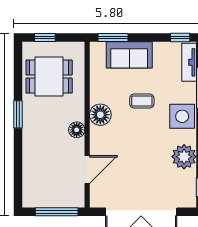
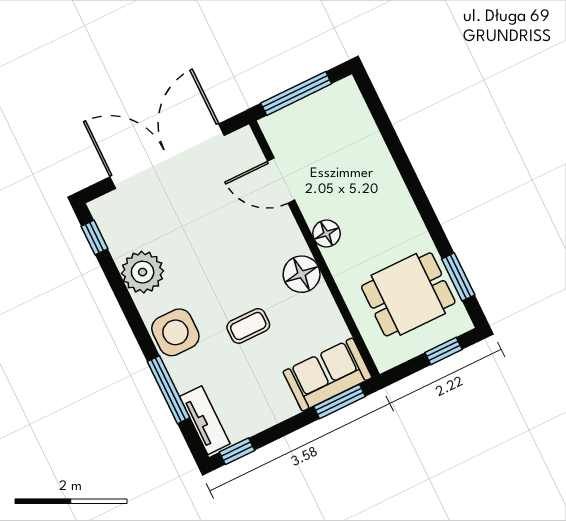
sofa: (129, 55) -> (327, 375), moved
window: (18, 114) -> (458, 277), moved
door: (87, 170) -> (281, 181), hinge flipped

